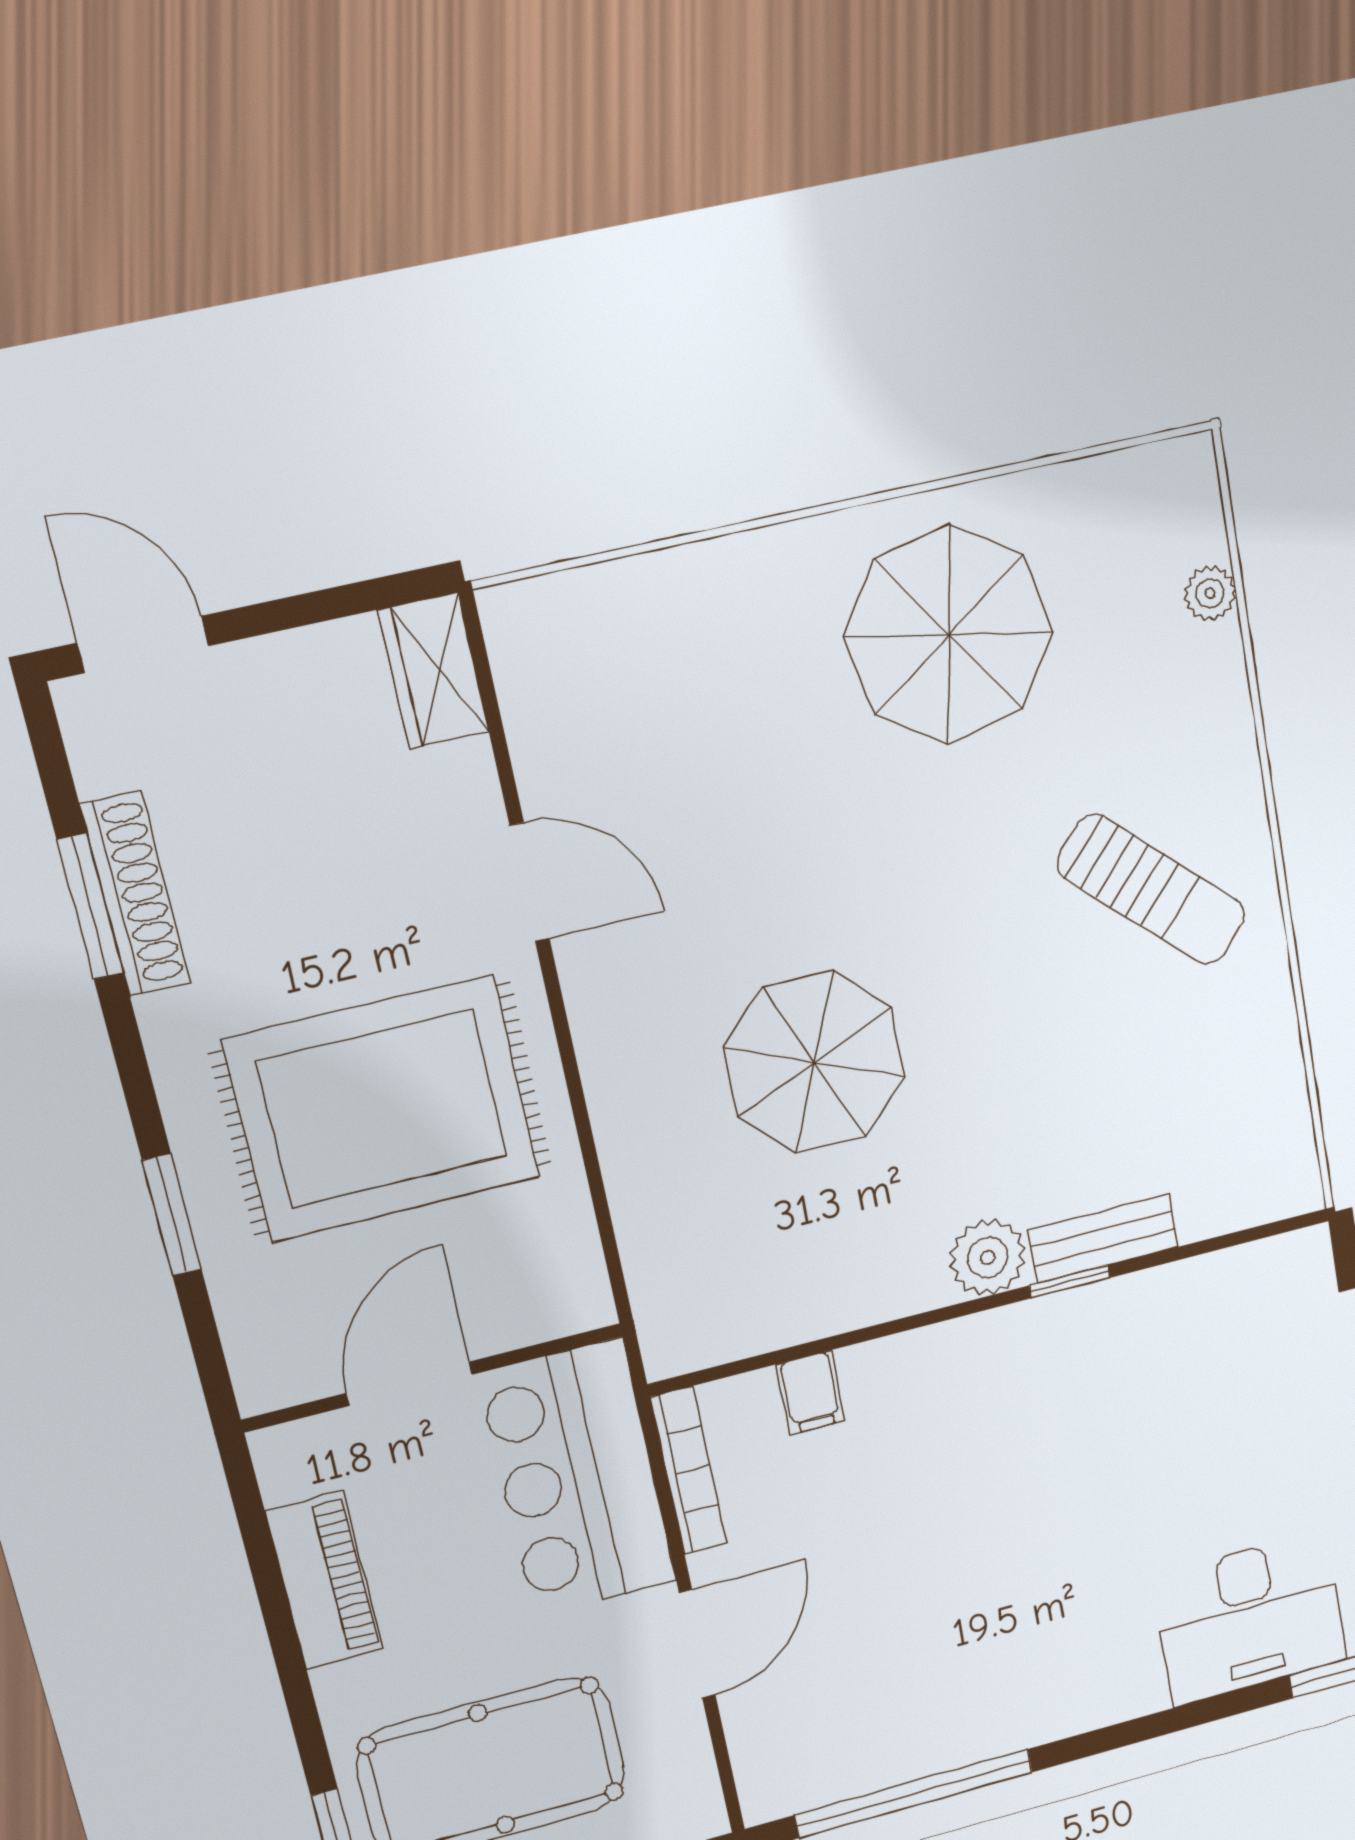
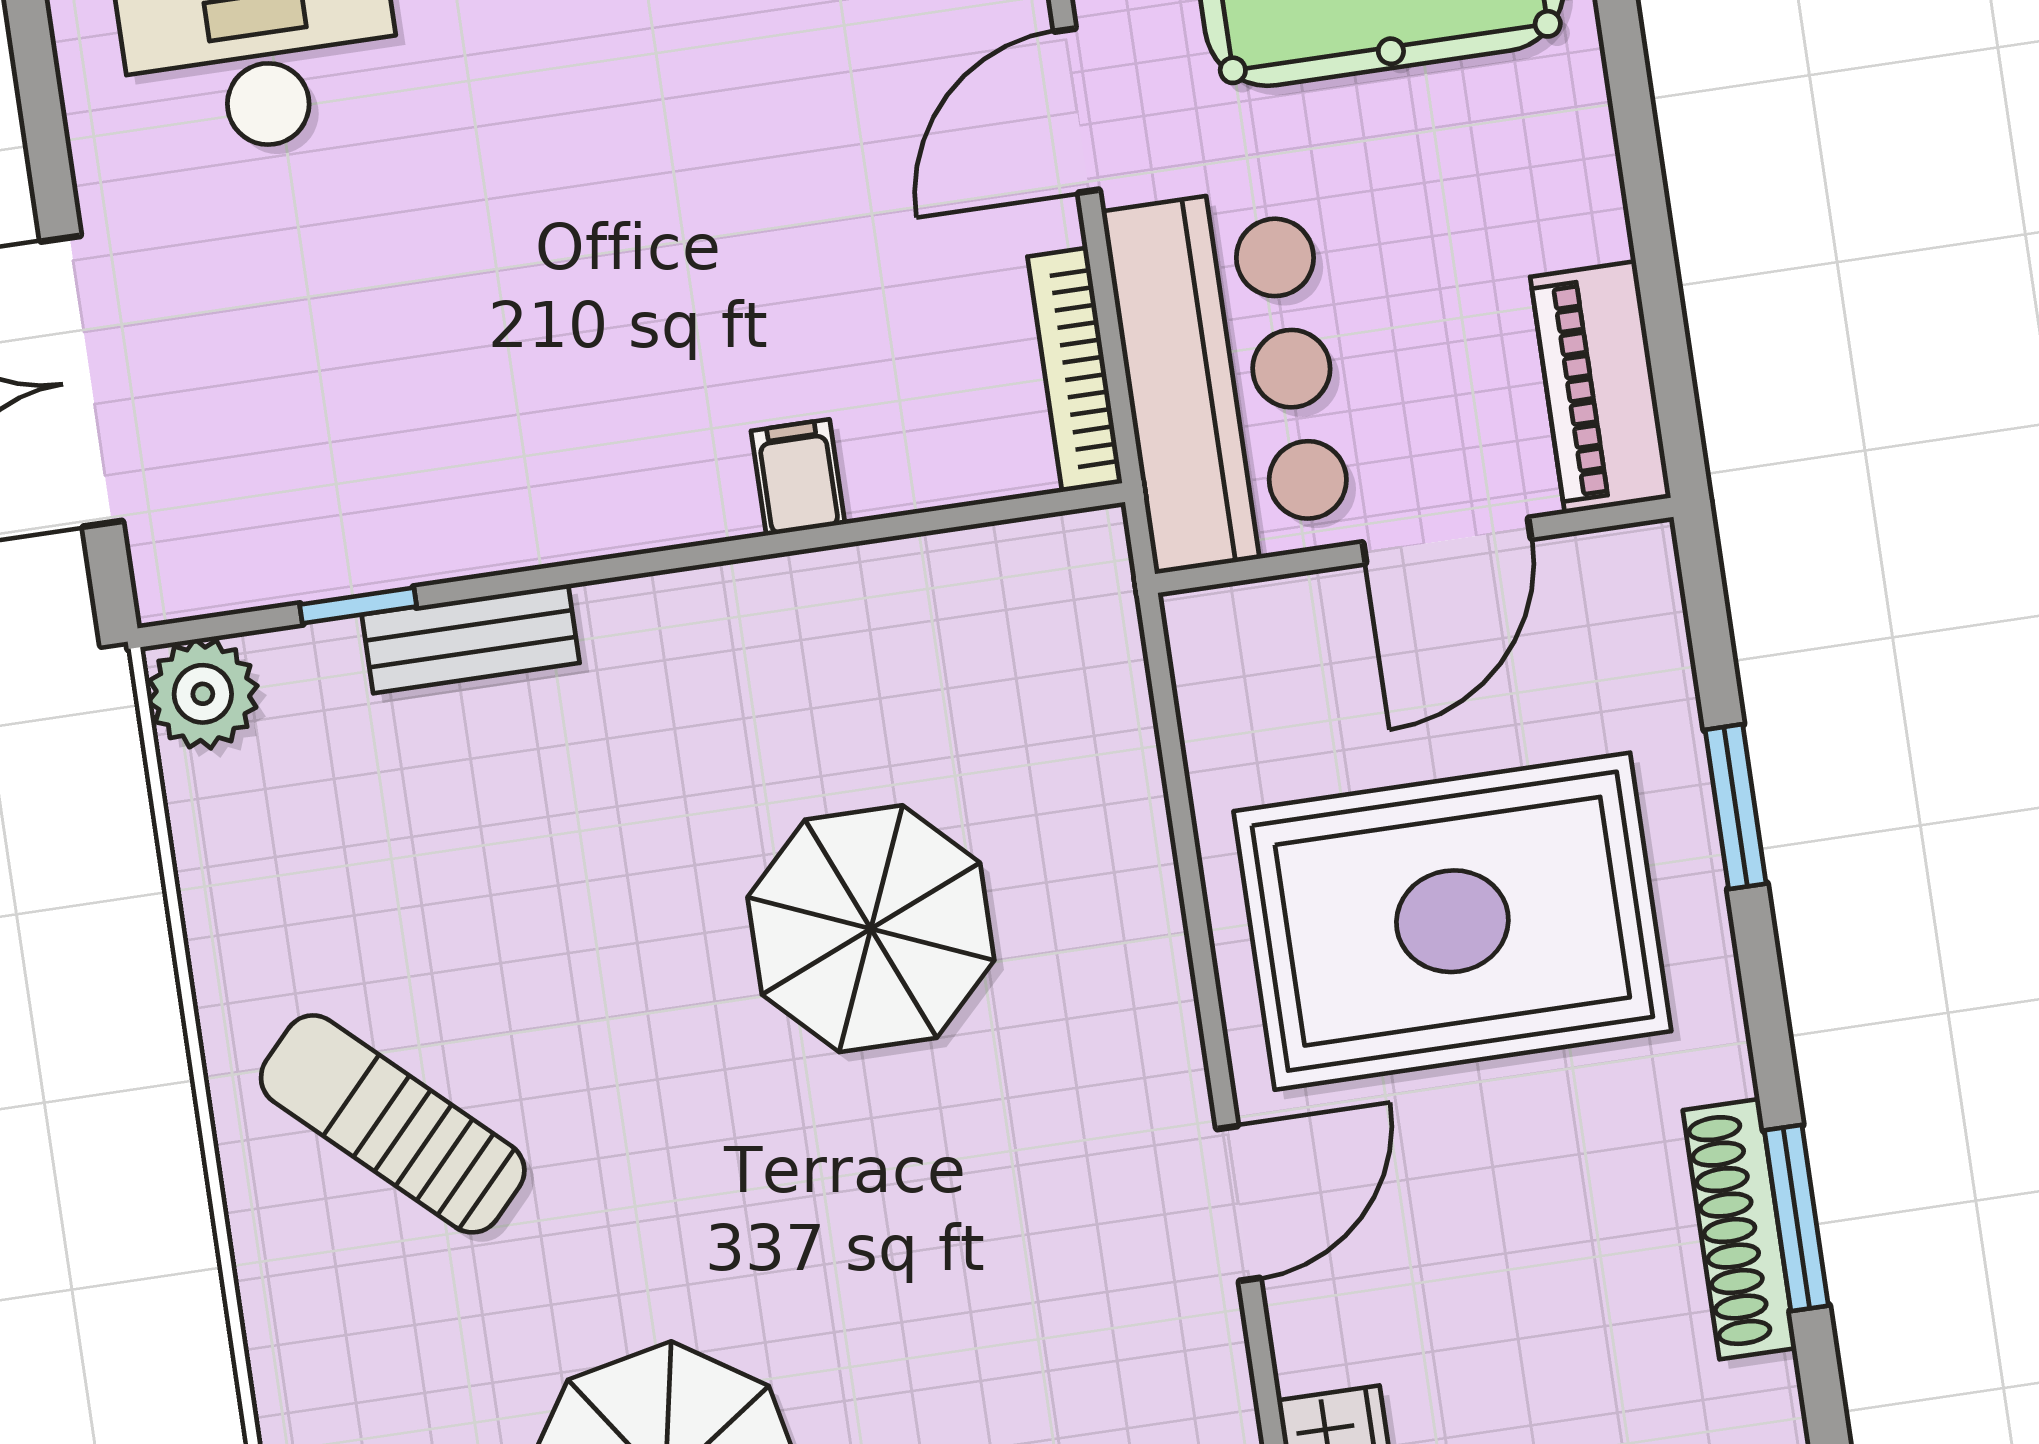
door: (530, 882) -> (1238, 1203), swing flipped
plant: (988, 1257) -> (203, 694), moved
window: (1070, 1282) -> (358, 606), moved
filing cabinet: (811, 1392) -> (798, 477), moved
piano: (324, 1581) -> (1600, 387), moved

